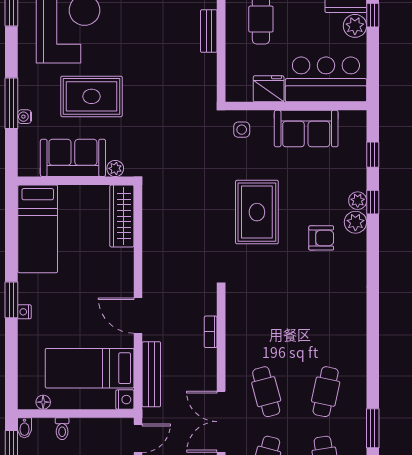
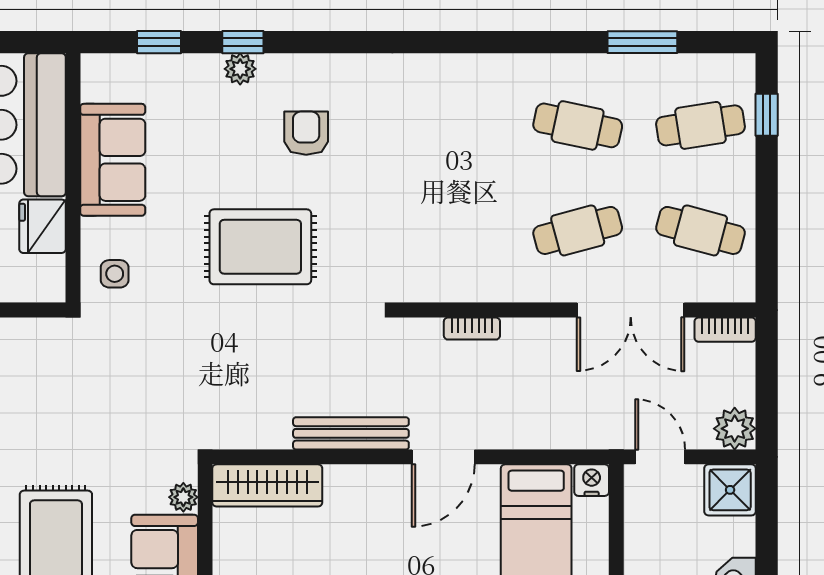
plant: (355, 222) -> (278, 73), removed
bench: (151, 374) -> (351, 433), moved

